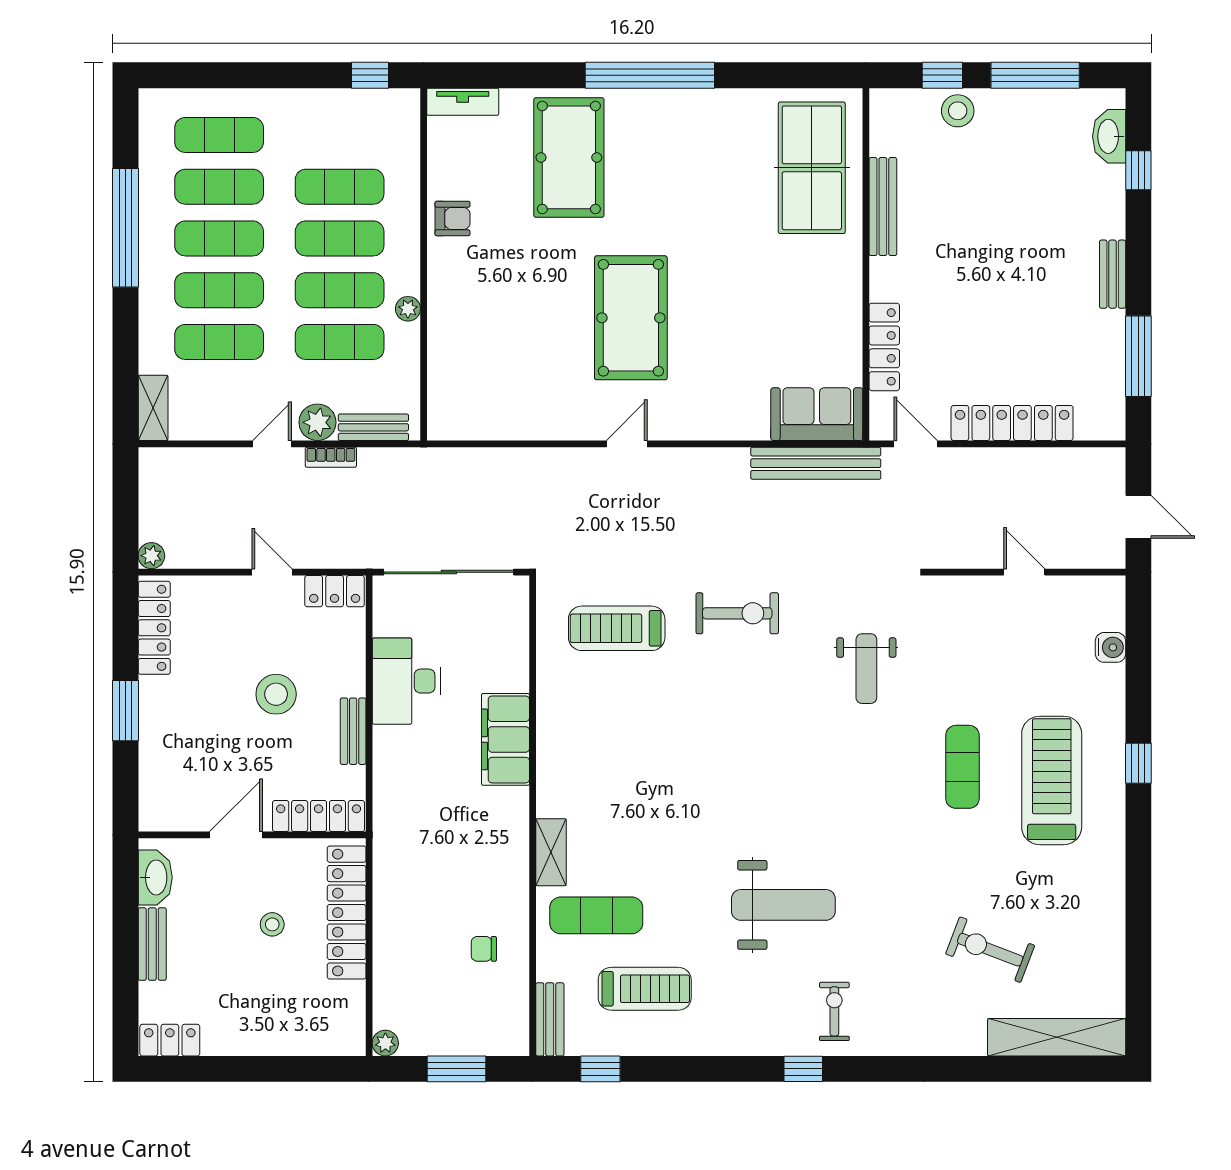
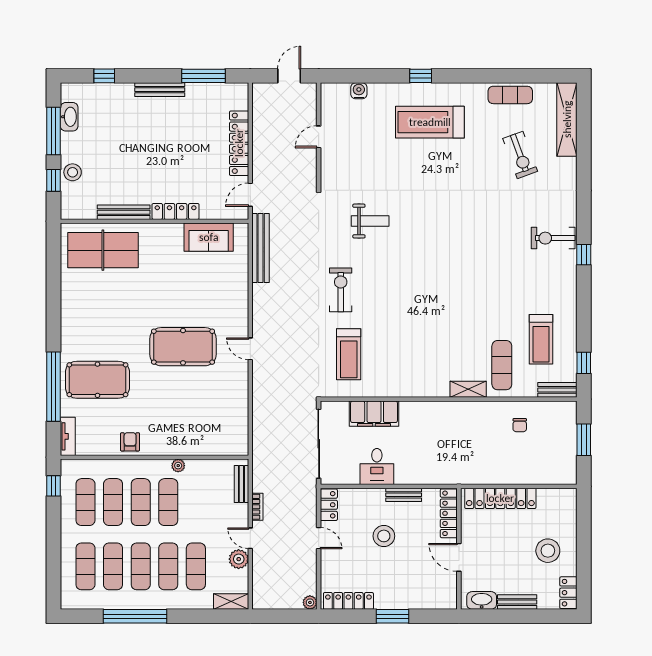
window: (650, 75) -> (54, 387), moved
washbasin: (1109, 136) -> (69, 117), moved, turned -90
bench: (1113, 274) -> (160, 90), width x1.36
exercise mat: (340, 342) -> (85, 502), moved
locker: (884, 347) -> (176, 211), moved
sofa: (817, 414) -> (209, 237), moved, turned -90
plant: (317, 422) -> (239, 559), moved
door: (272, 572) -> (319, 538), swing flipped
desk: (406, 681) -> (377, 467), width x0.73
filing cabinet: (505, 739) -> (374, 414), moved
exercise mat: (962, 767) -> (510, 95), moved
weight bench: (783, 905) -> (496, 265), removed
stool: (272, 924) -> (548, 551), moved, width x1.89, depth x1.89
exercise bike: (990, 950) -> (520, 155), turned -41
treadmill: (645, 989) -> (541, 339), turned 180
exercise bike: (834, 1011) -> (553, 238), width x1.38, depth x1.39
plant: (385, 1043) -> (570, 478), removed

